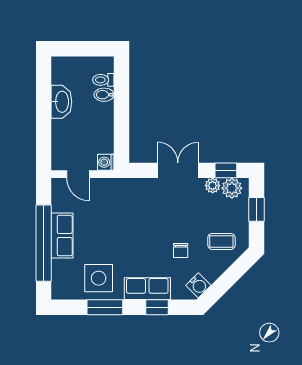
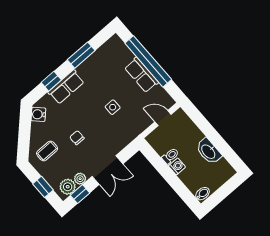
toilet: (103, 80) -> (170, 156), moved
bidet: (104, 95) -> (202, 194), moved
washing machine: (106, 162) -> (177, 166), moved
chair: (181, 250) -> (77, 138), moved
side table: (99, 278) -> (113, 107), moved, width x0.54, depth x0.54

